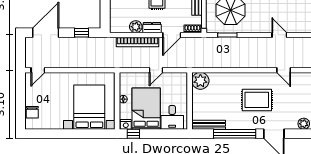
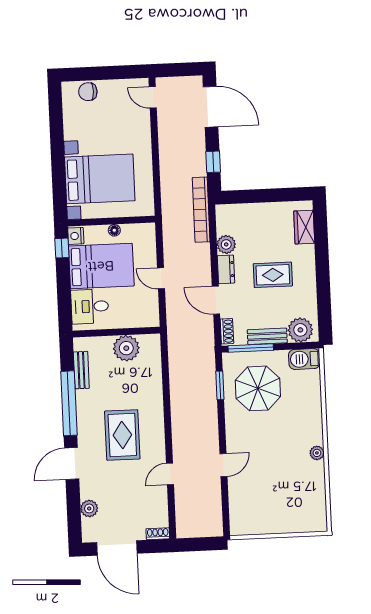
bookcase: (138, 42) -> (201, 210), moved
plant: (200, 81) -> (126, 348), moved
bench: (209, 125) -> (81, 370), width x0.73

